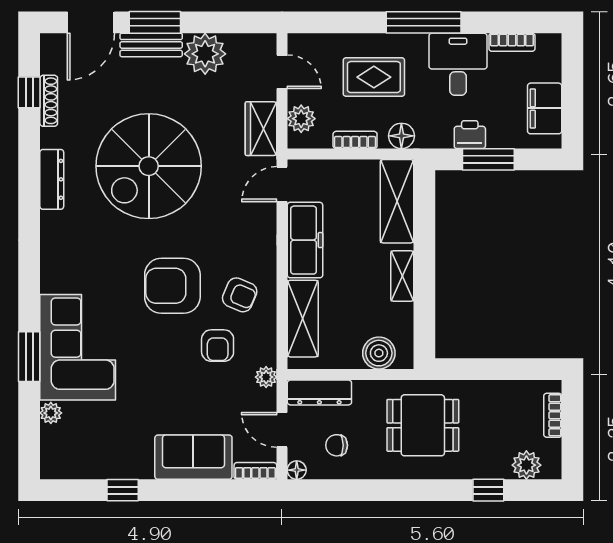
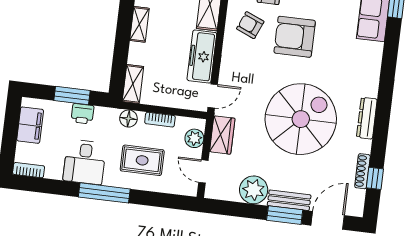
bookcase: (512, 42) -> (29, 170), moved
shelving: (397, 201) -> (133, 84), width x0.67, depth x0.75
armchair: (172, 286) -> (295, 37), turned 180

